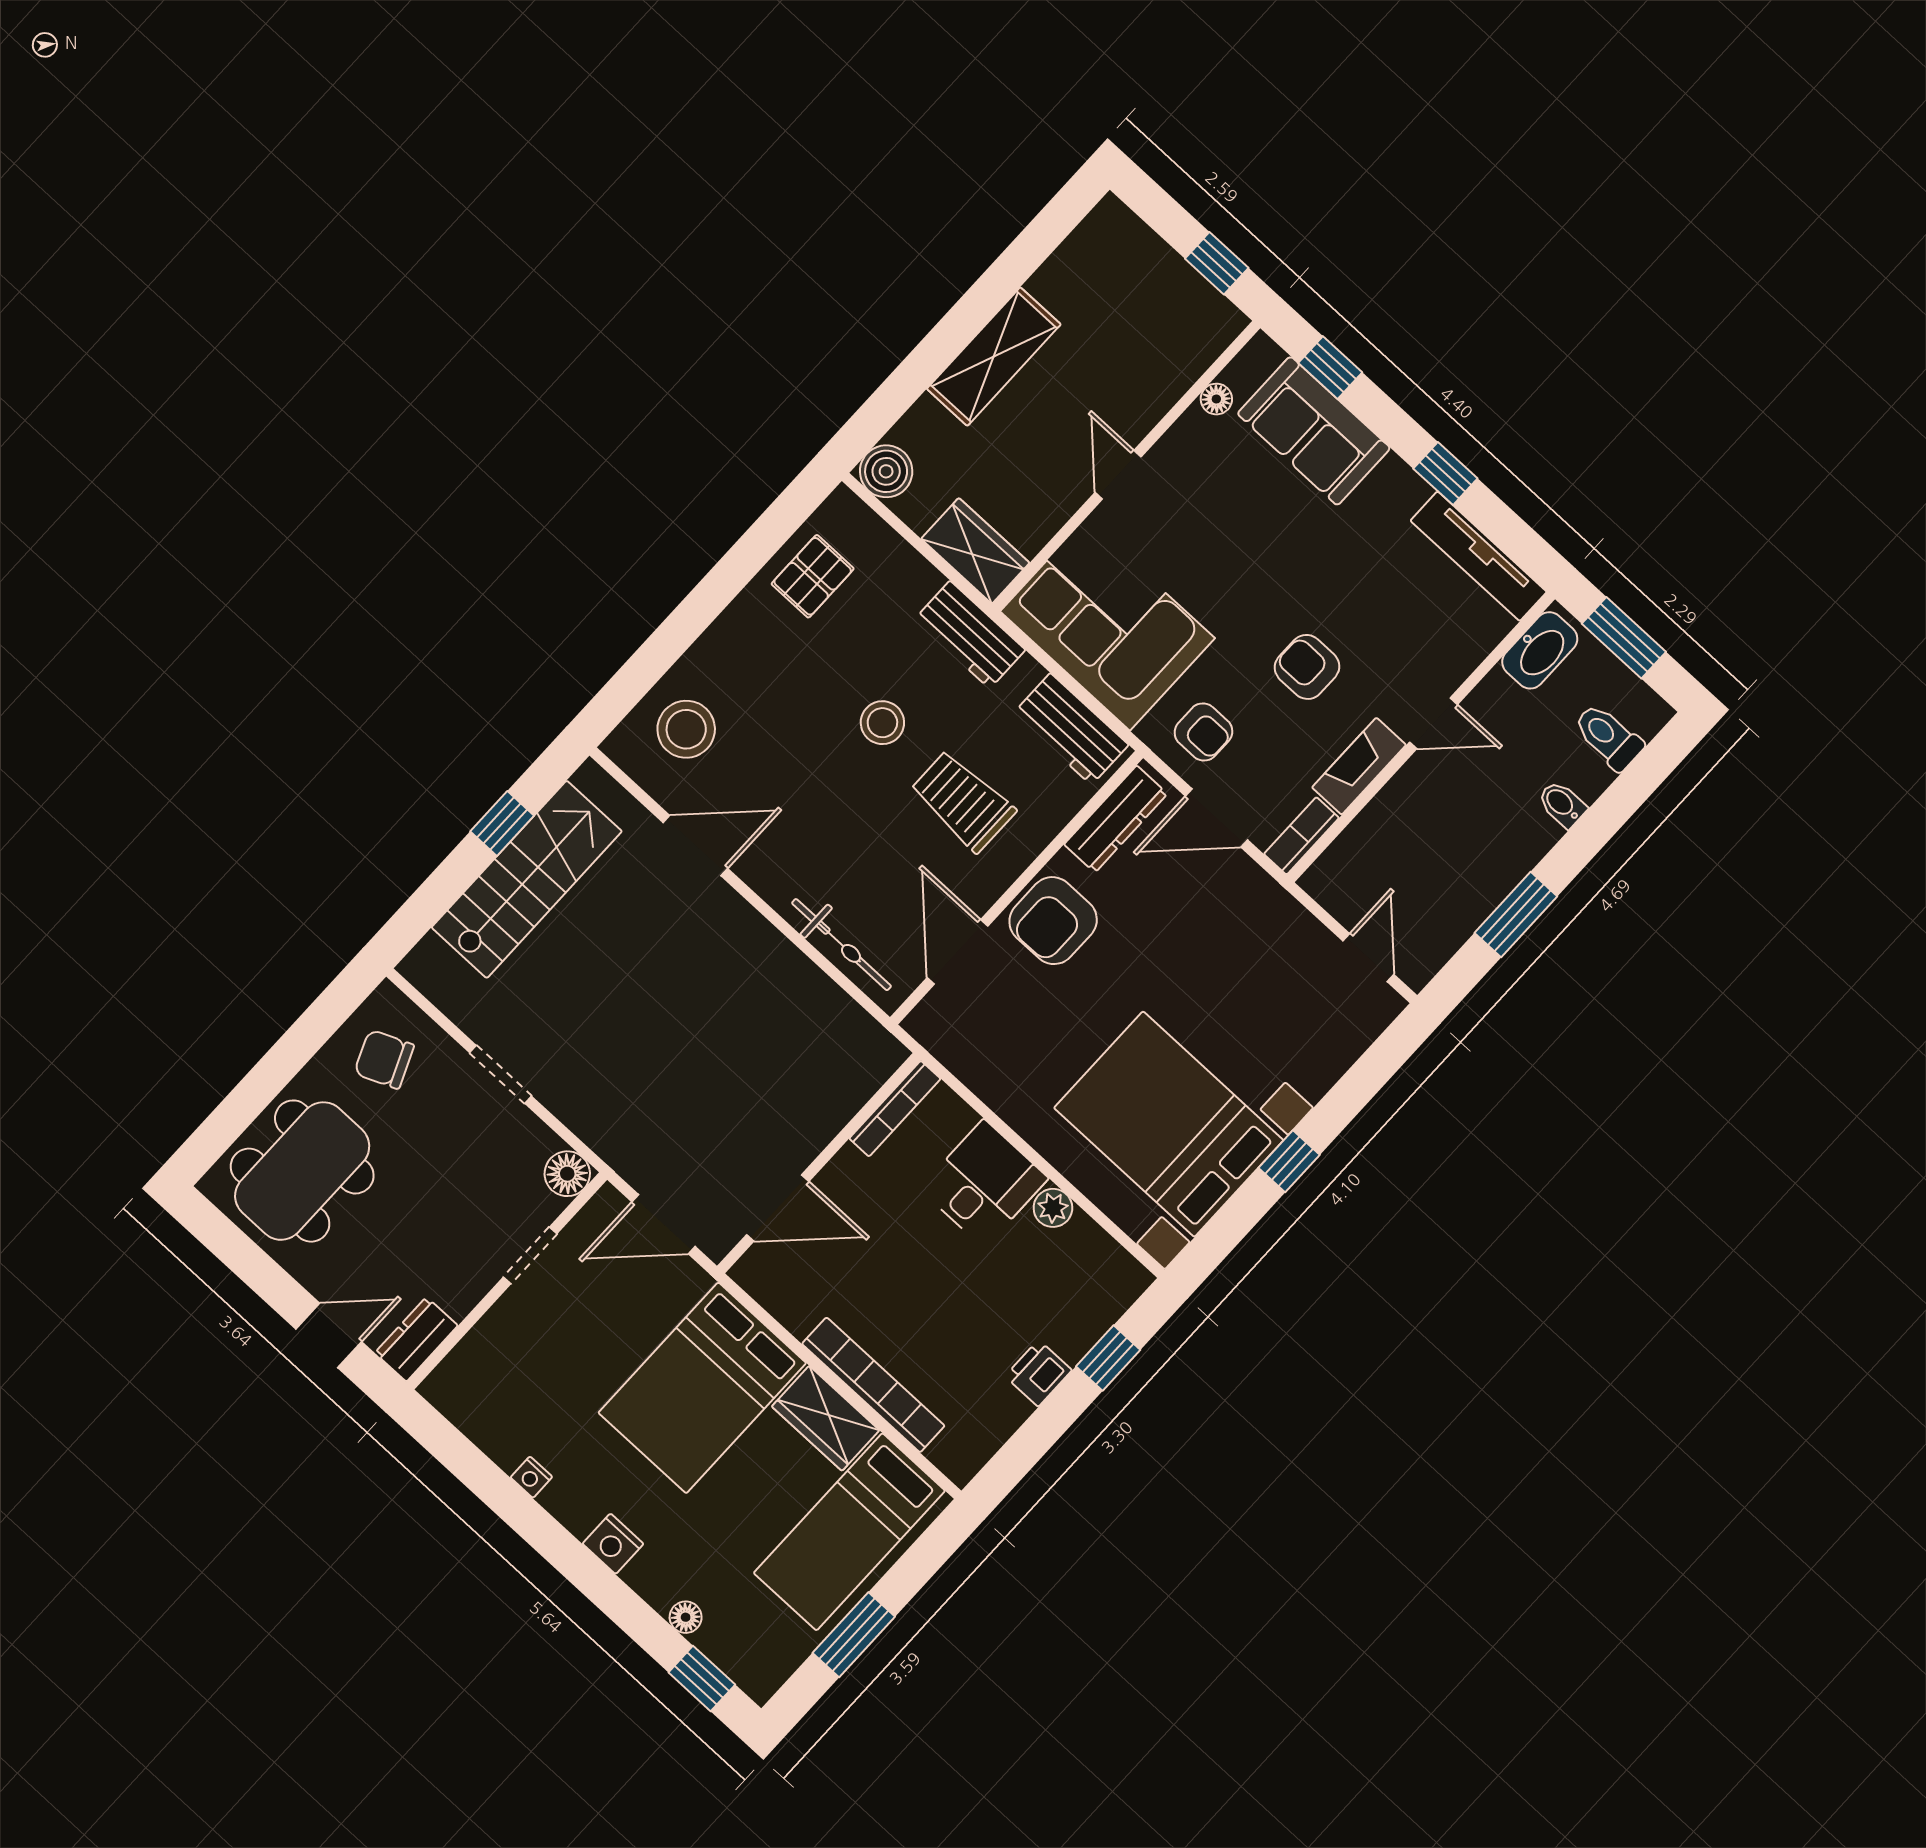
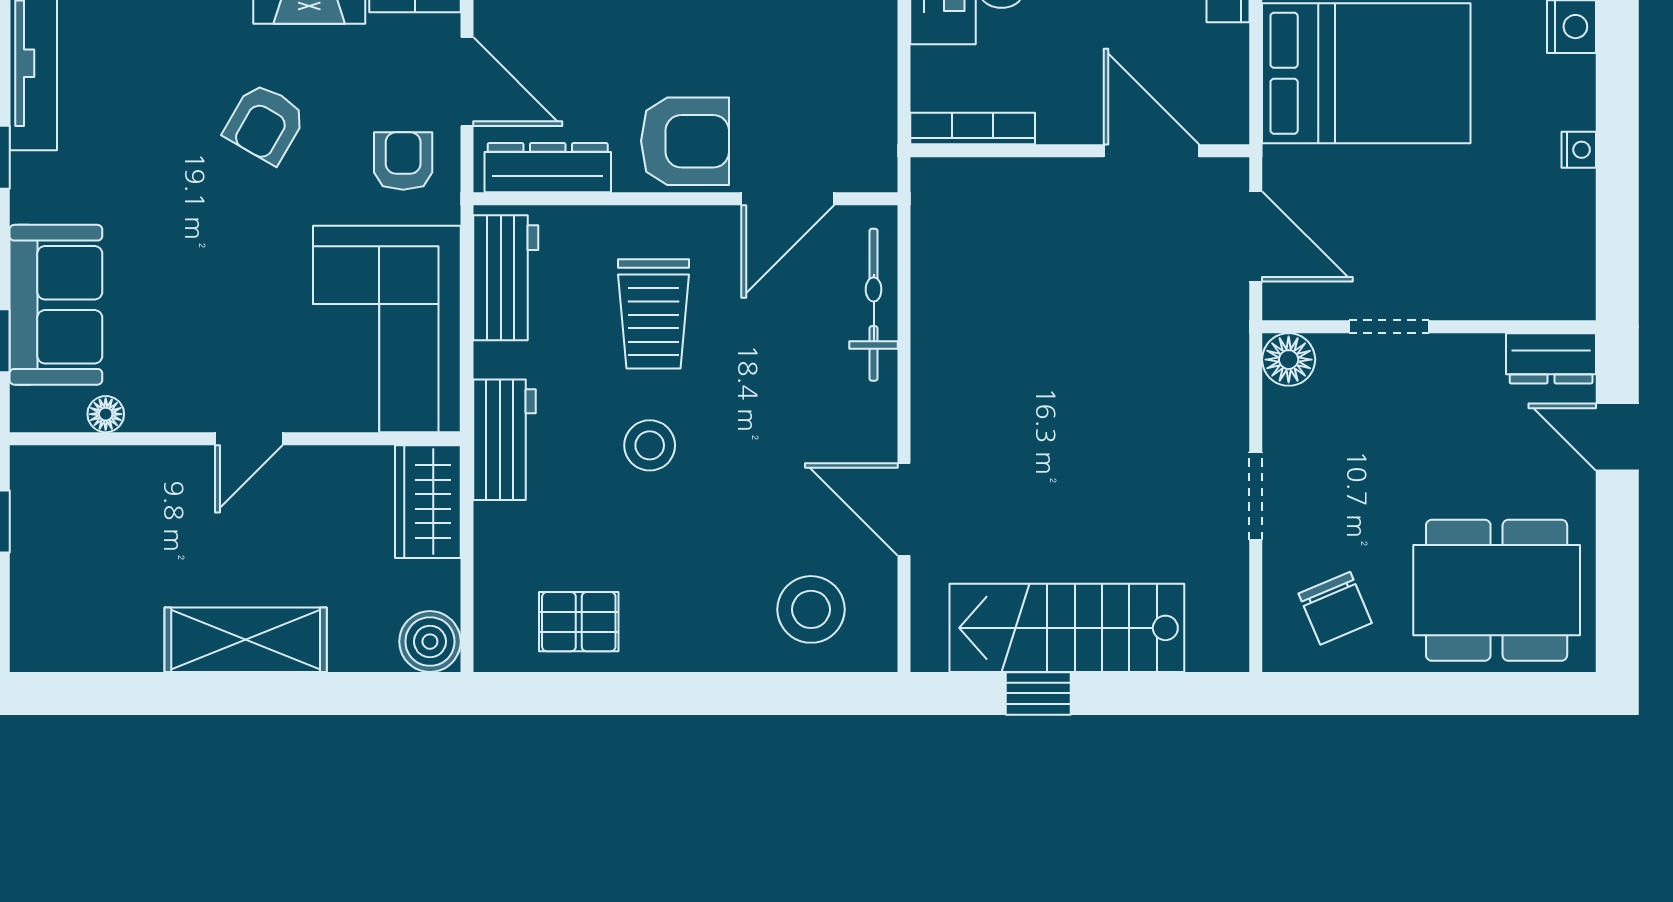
armchair: (1307, 667) -> (265, 123), turned 30

